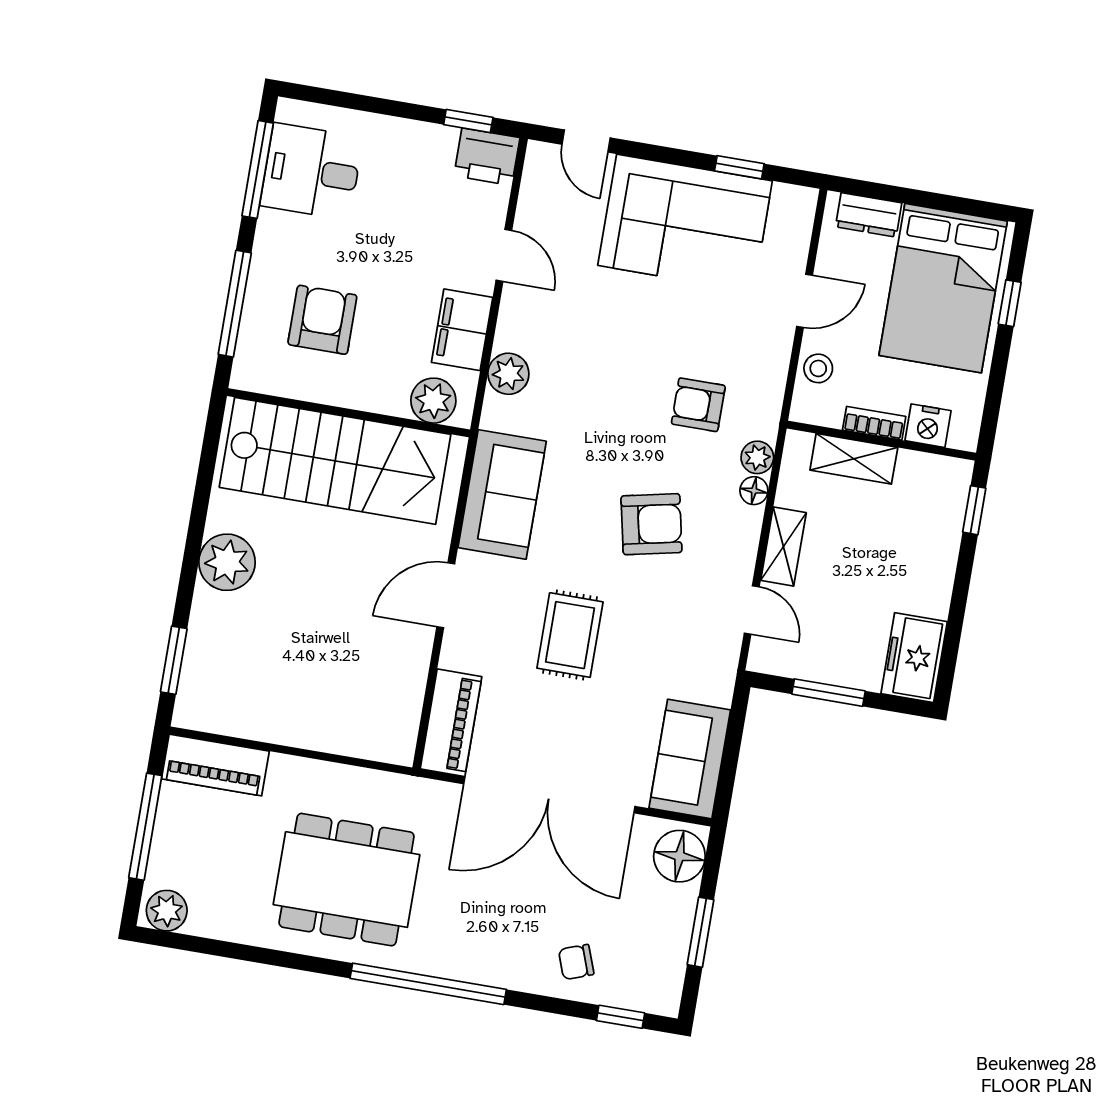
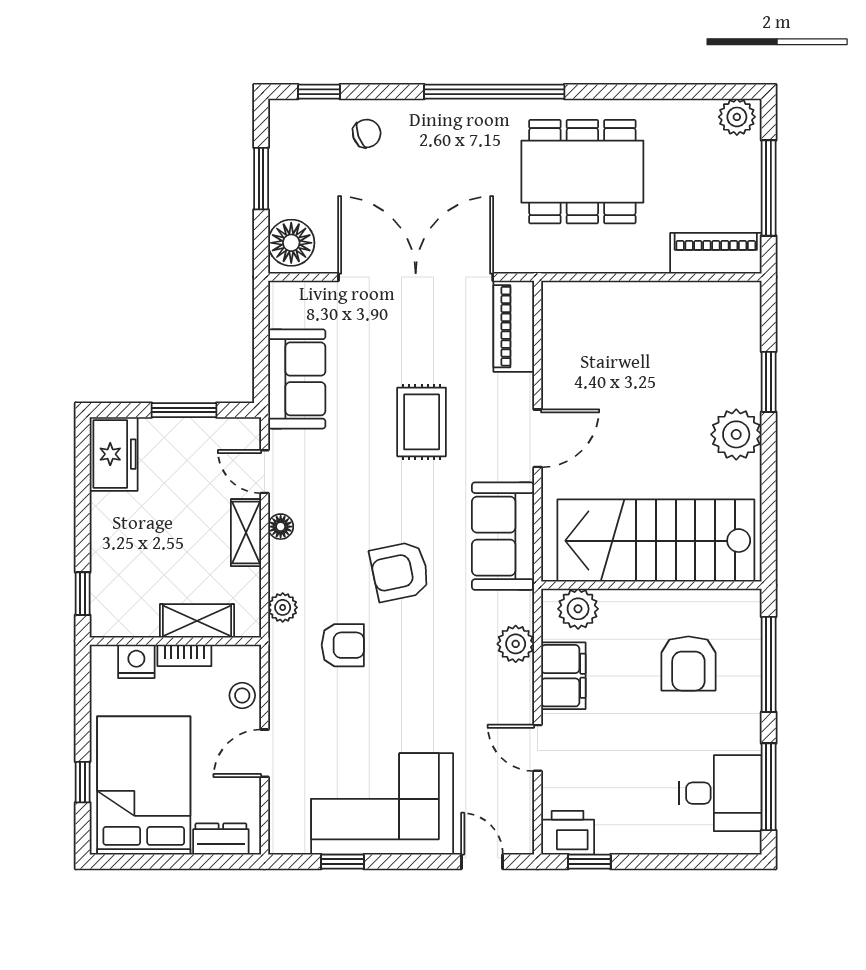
floor lamp: (754, 491) -> (281, 527), moved
armchair: (651, 524) -> (400, 571), moved
window: (174, 660) -> (769, 382), moved
sofa: (690, 759) -> (297, 379), moved

